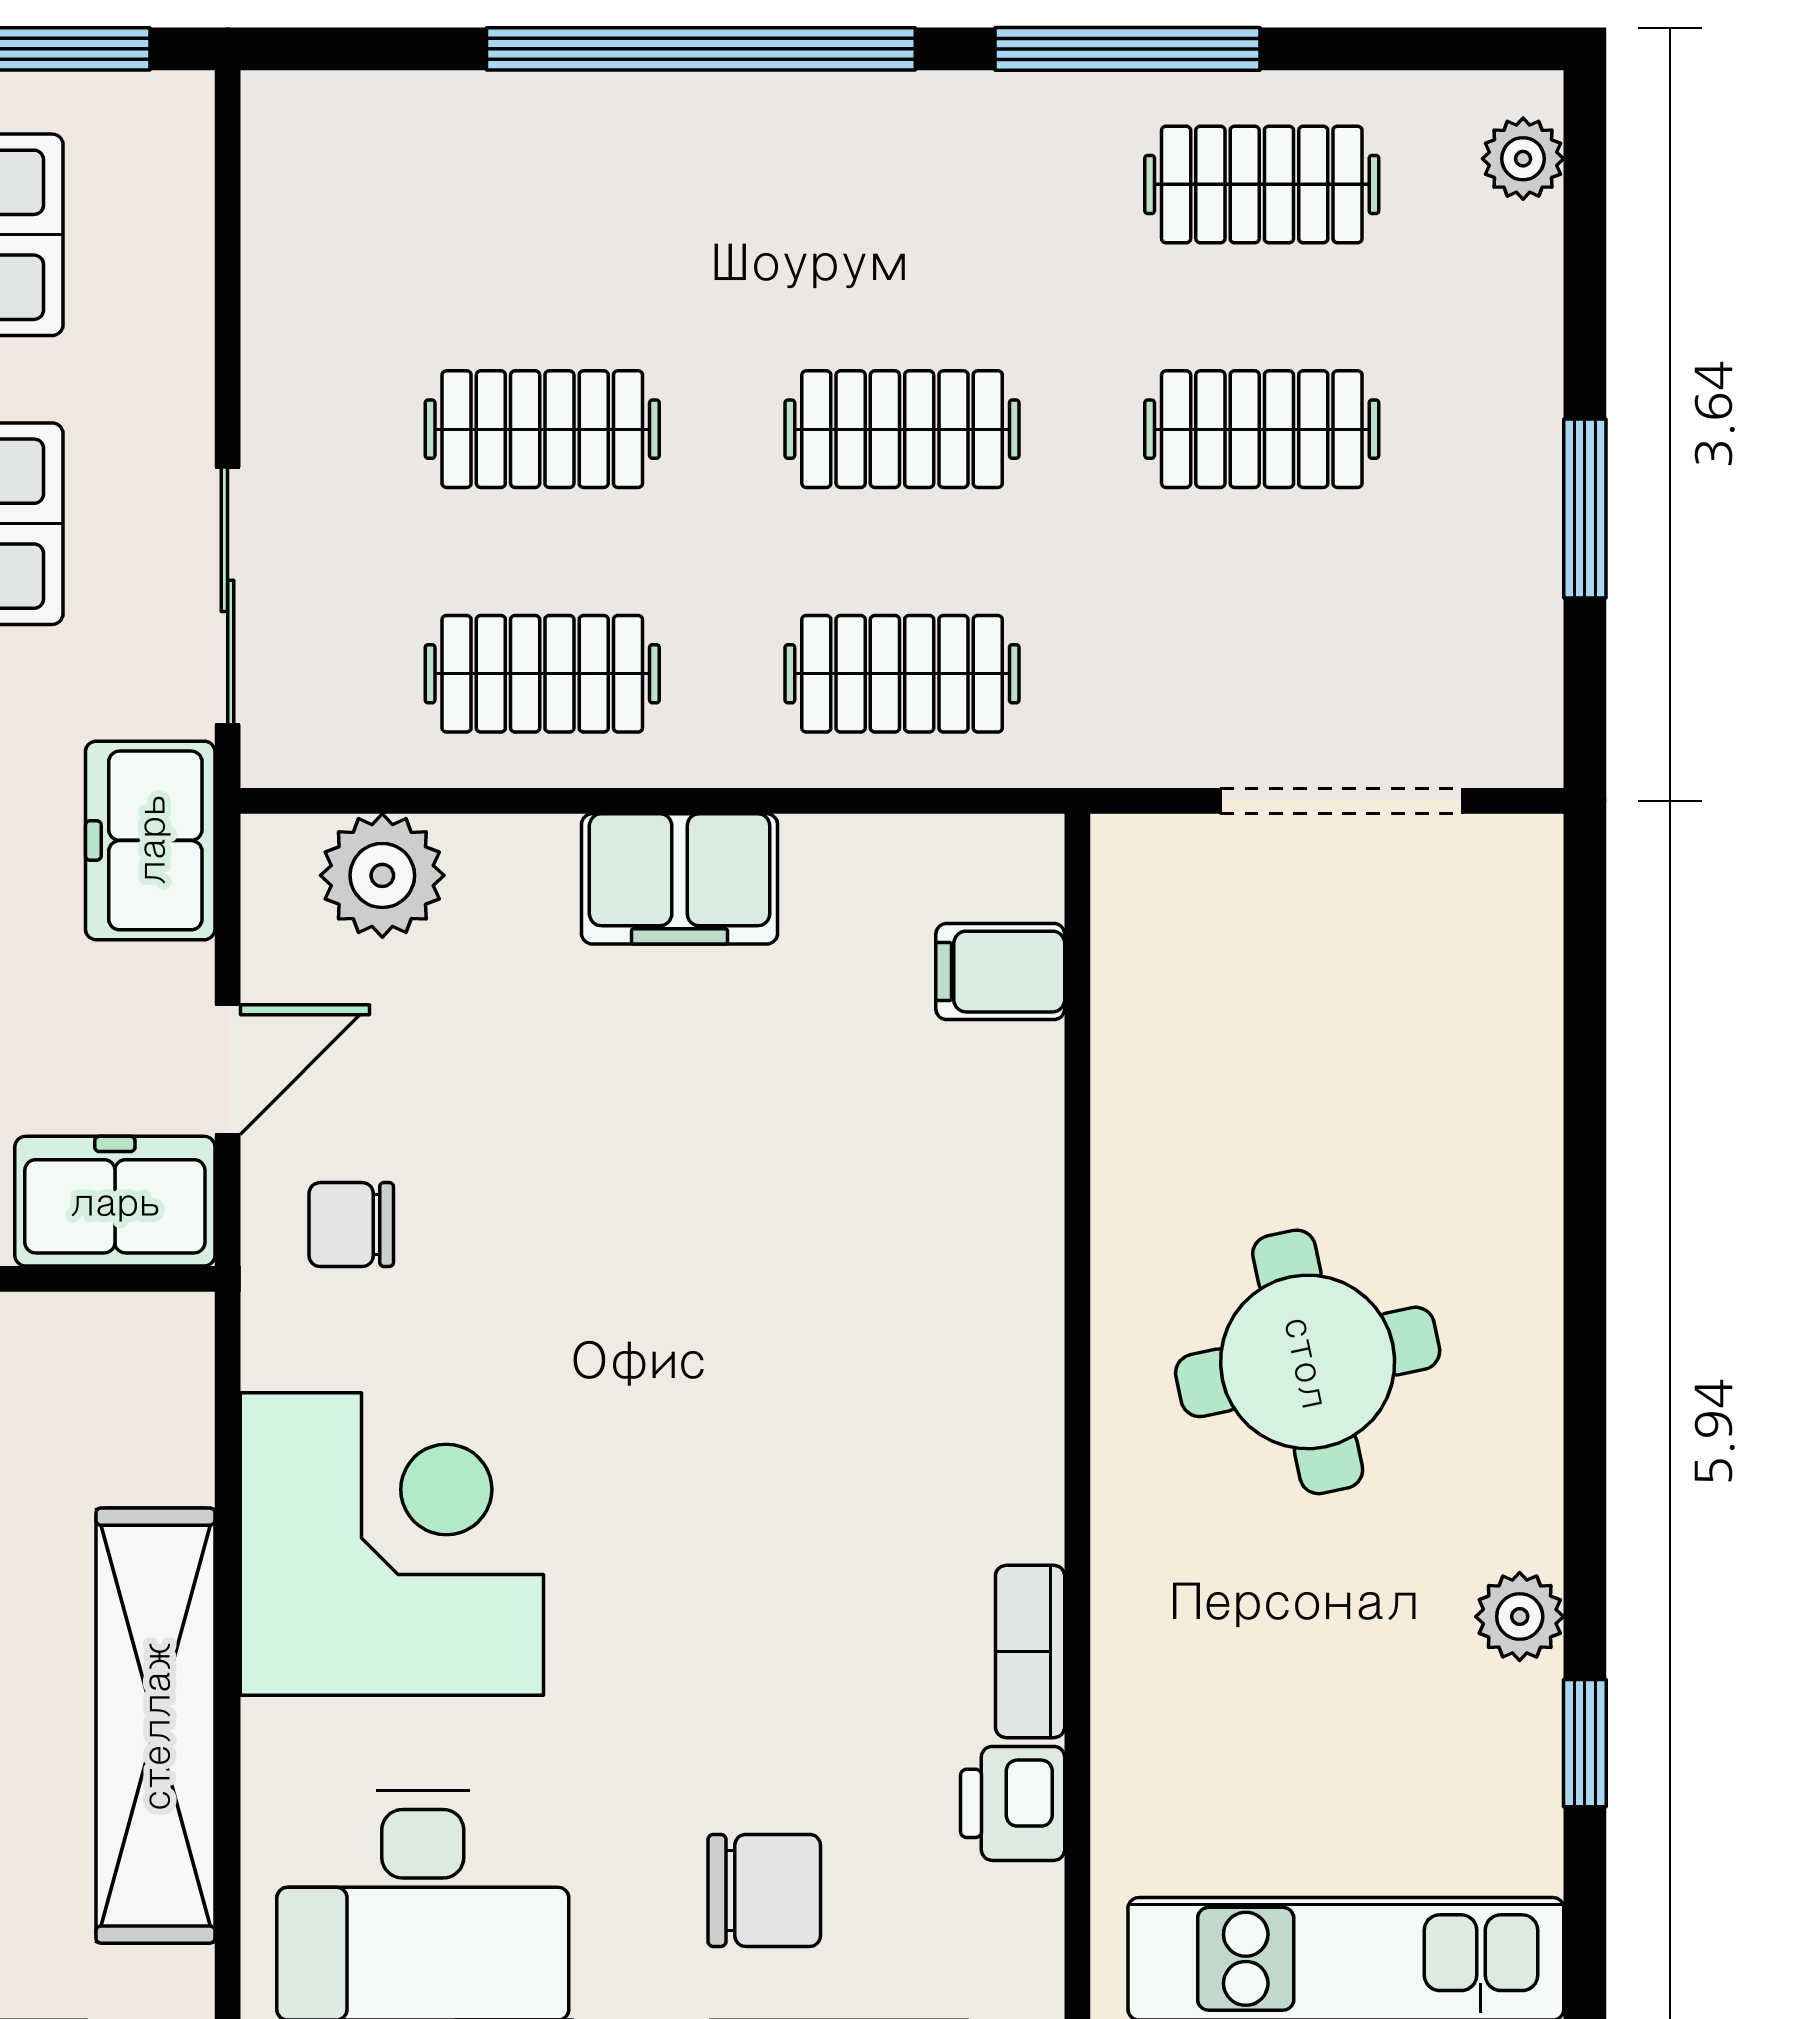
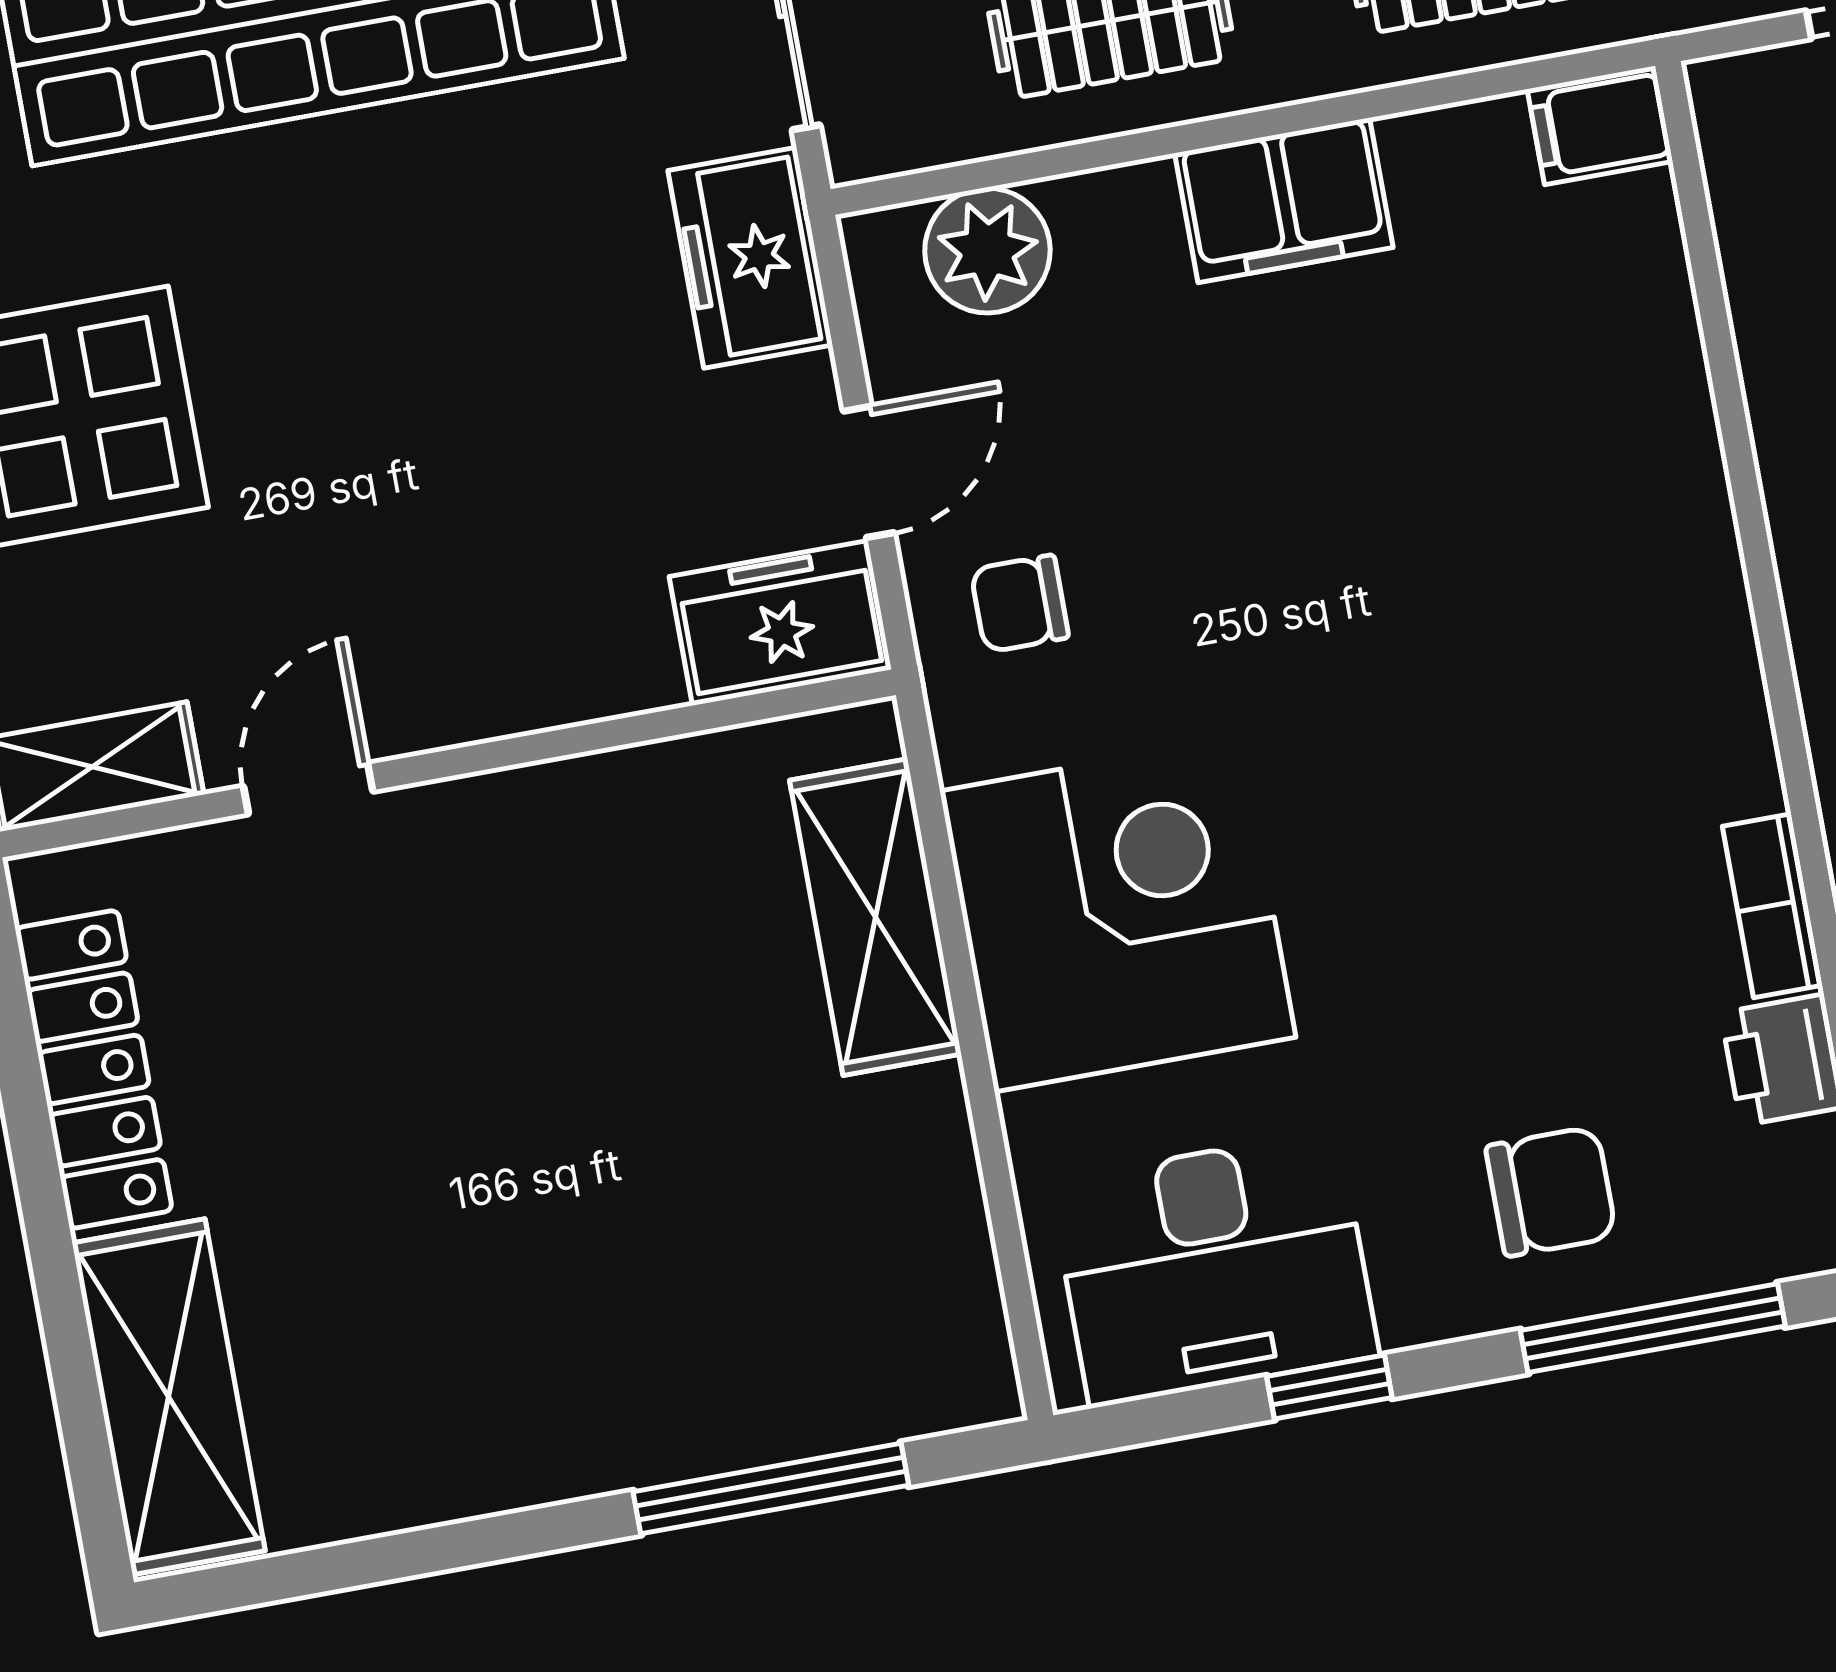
filing cabinet: (1000, 972) -> (1600, 125), moved
shelving: (155, 1726) -> (875, 917), moved, width x0.68

